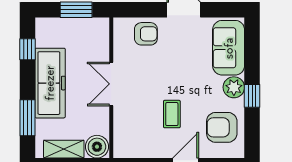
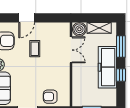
window: (27, 49) -> (121, 75), moved
double door: (111, 84) -> (71, 50), moved

